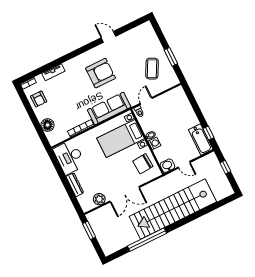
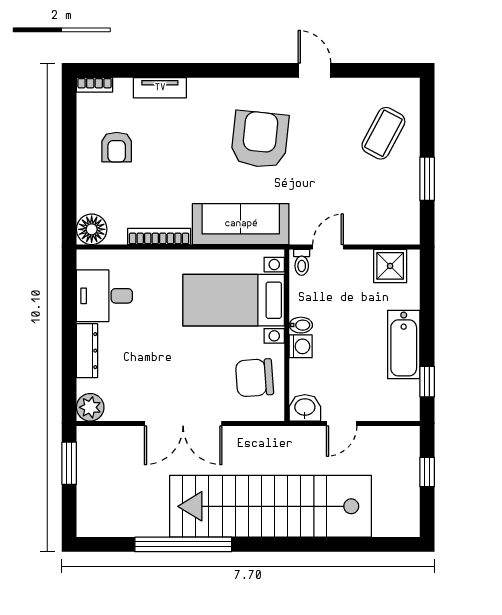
coffee table: (152, 69) -> (383, 133), moved
armchair: (101, 73) -> (260, 139), turned -84
shower: (173, 96) -> (390, 266), added
armchair: (39, 99) -> (117, 147), moved
floor lamp: (48, 125) -> (92, 229), moved
bathtub: (201, 139) -> (404, 344), moved
desk: (69, 157) -> (104, 296), width x0.73
door: (184, 165) -> (342, 423), hinge flipped
plant: (99, 199) -> (90, 407), moved

